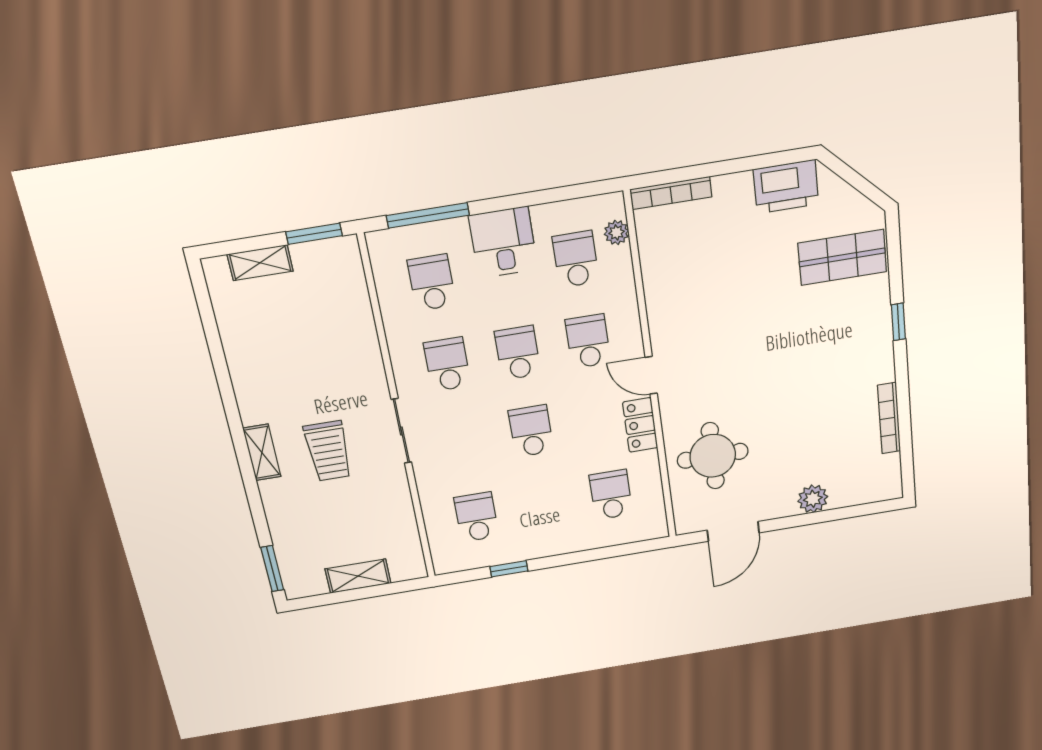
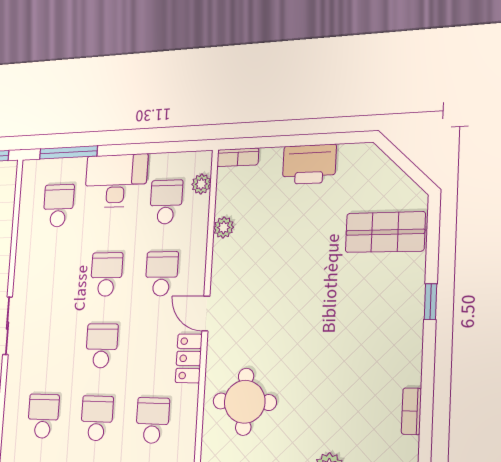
printer: (786, 187) -> (309, 164), moved
bookcase: (671, 193) -> (238, 157), width x0.64
desk: (503, 243) -> (116, 181), width x1.37
plant: (654, 279) -> (224, 227), added
school desk: (447, 364) -> (97, 418), moved
bookcase: (889, 418) -> (411, 411), width x0.64

